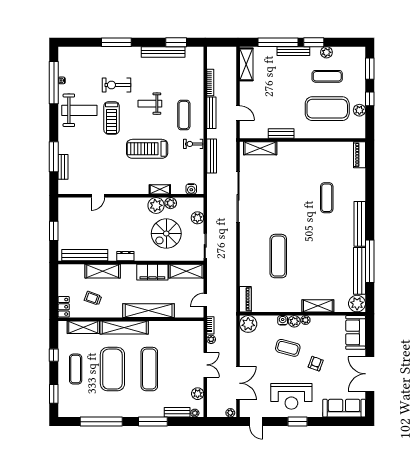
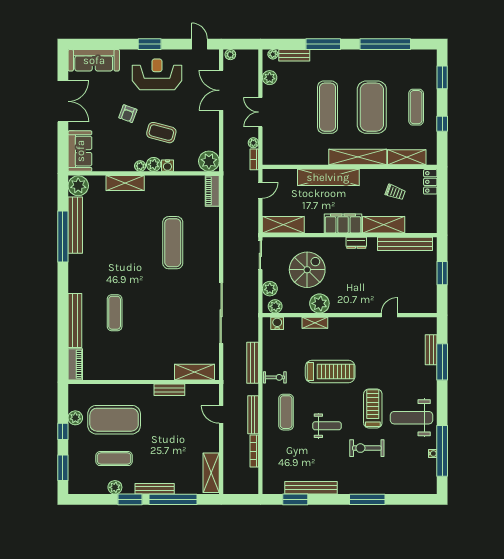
exercise bike: (117, 85) -> (367, 448), turned 180
plant: (171, 203) -> (275, 306), moved
bench: (360, 224) -> (75, 320), moved
filing cabinet: (152, 272) -> (343, 223), moved

